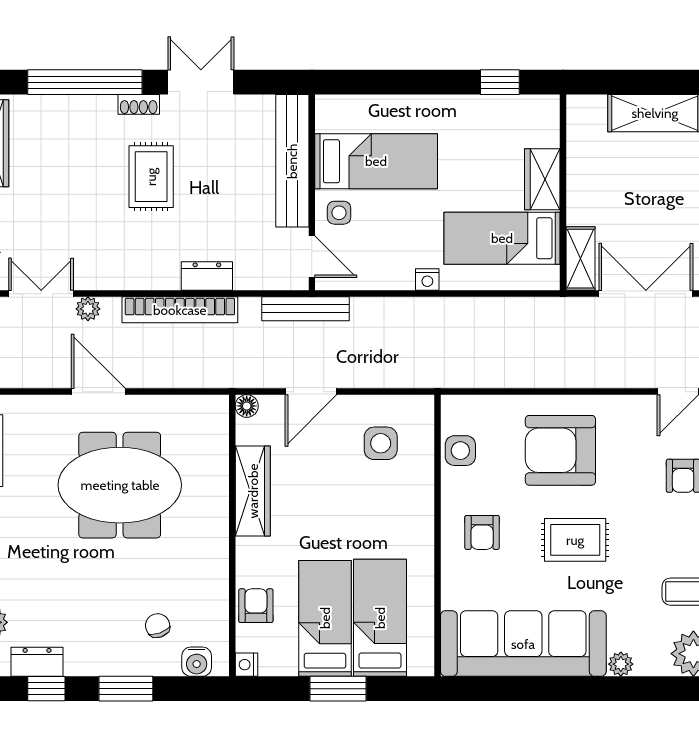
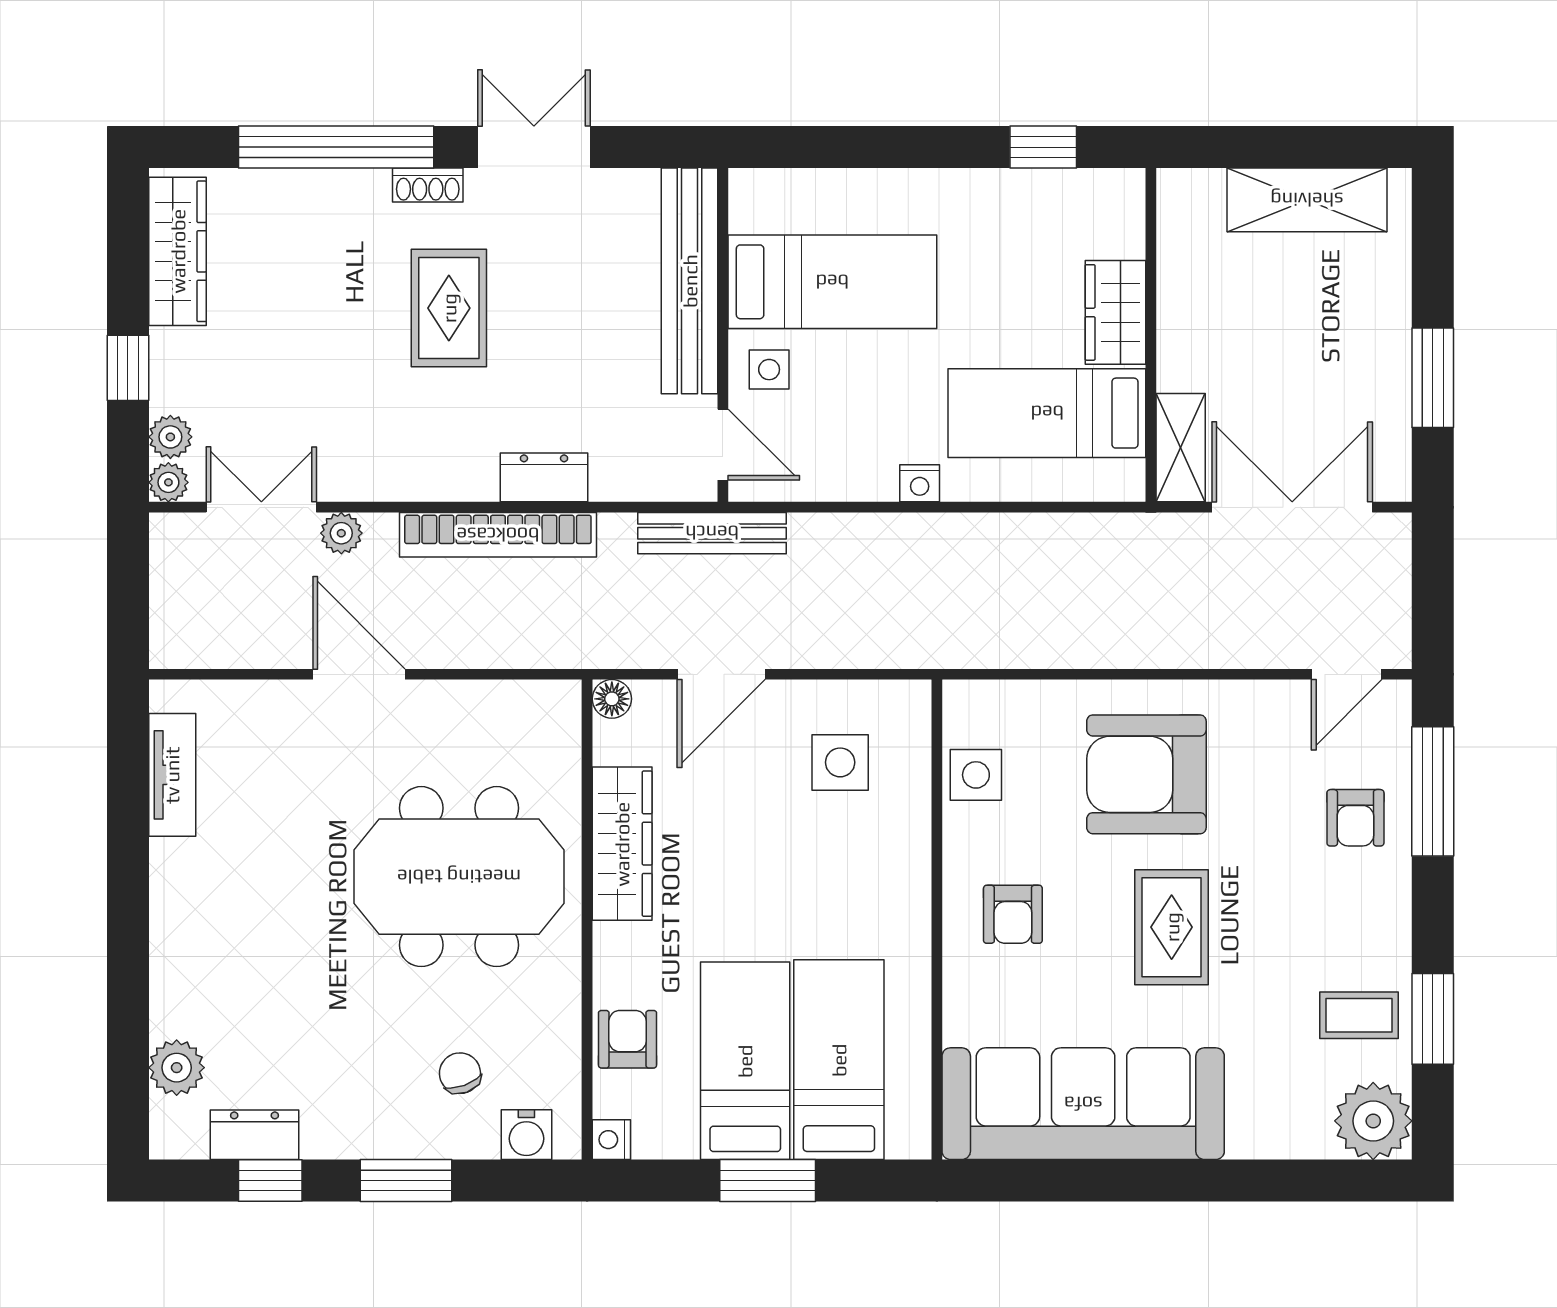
meeting table: (120, 485) -> (459, 877), moved
rug: (575, 540) -> (1172, 927), turned 90
plant: (621, 664) -> (1249, 1139), removed

